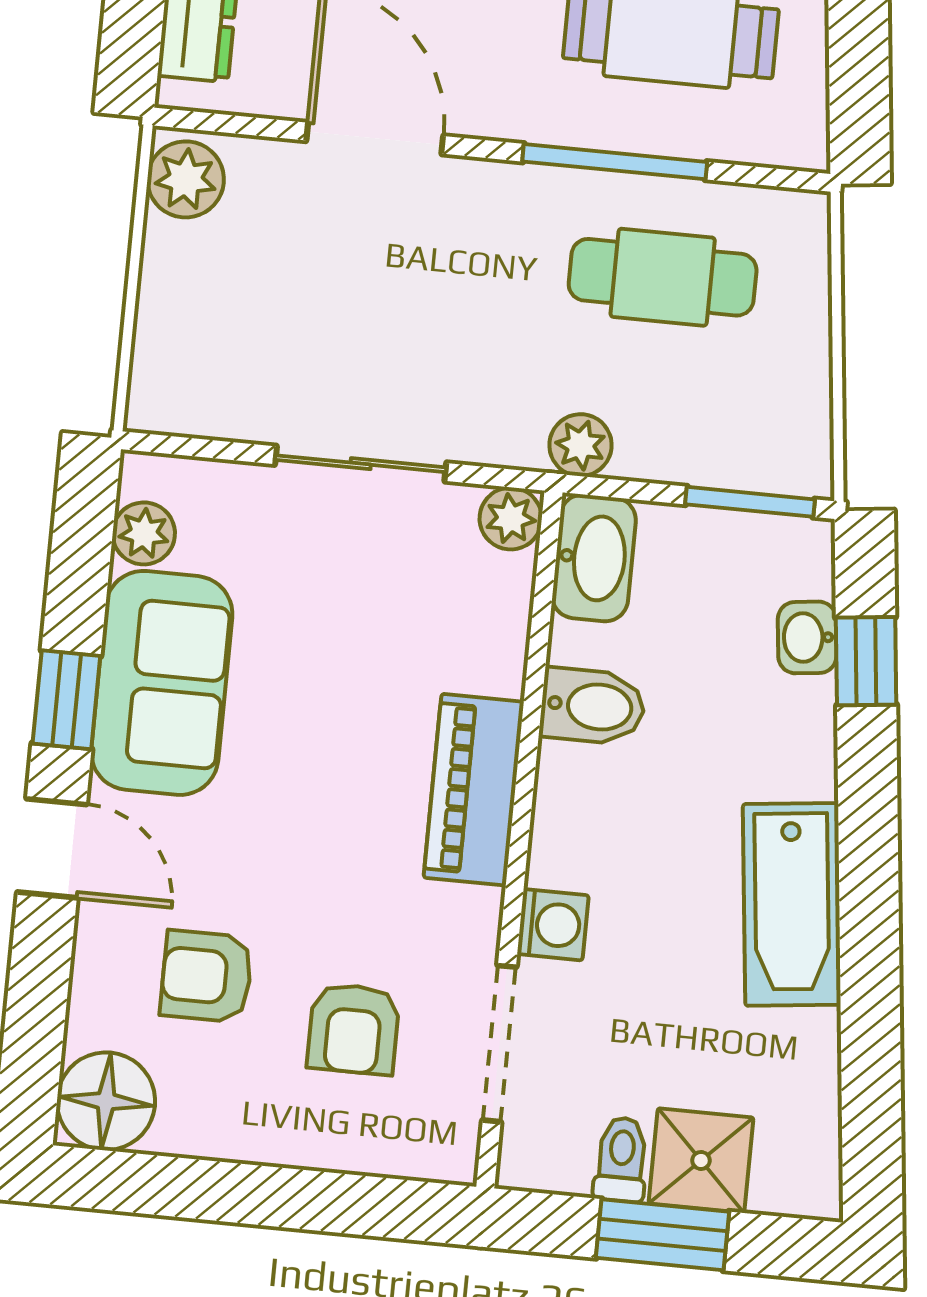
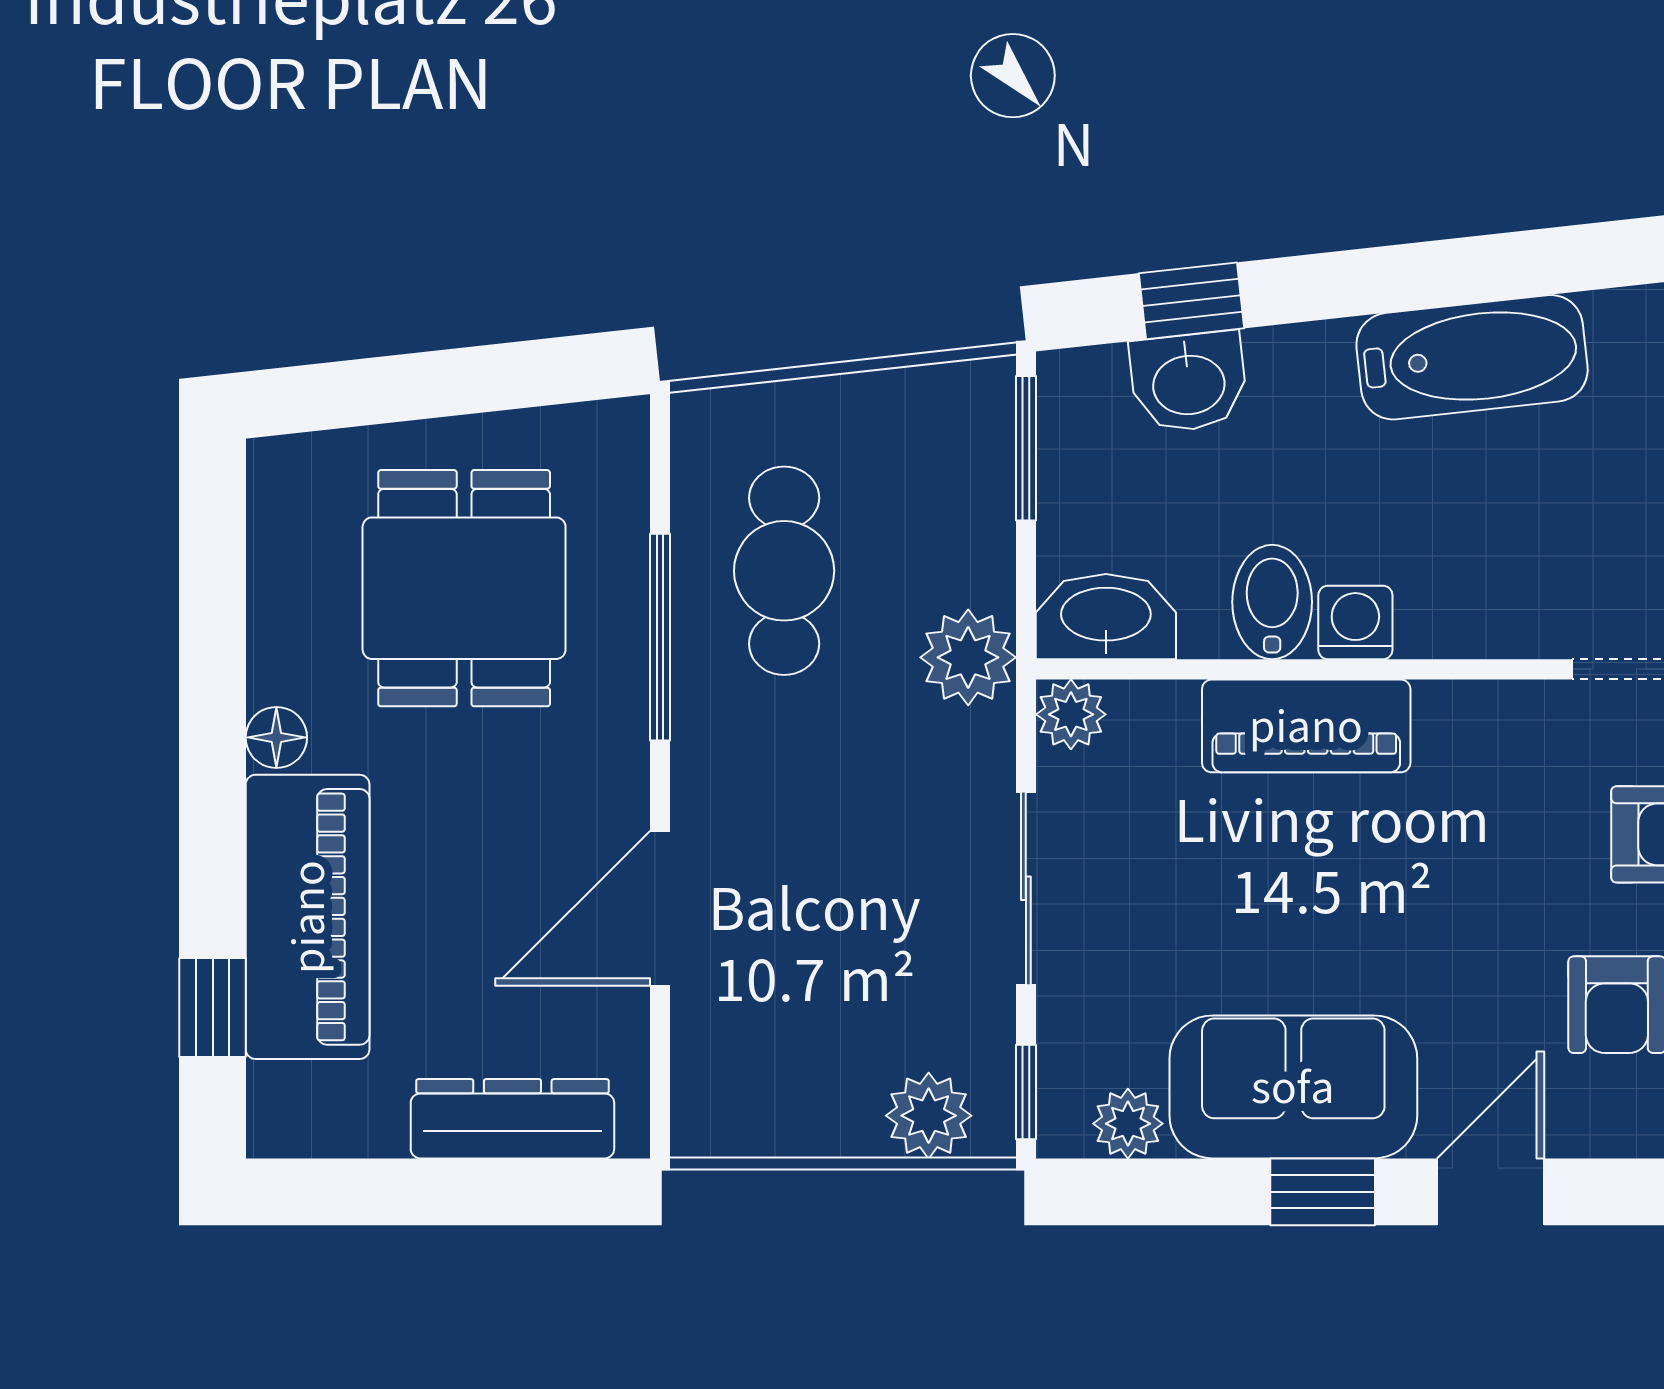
plant: (186, 179) -> (929, 1116), moved
plant: (580, 445) -> (968, 657), width x1.38, depth x1.38
window: (180, 446) -> (1026, 1092), added
washbasin: (807, 637) -> (1189, 382), width x1.38, depth x1.45
piano: (474, 790) -> (1306, 726), moved
washing machine: (553, 925) -> (1355, 623), moved

